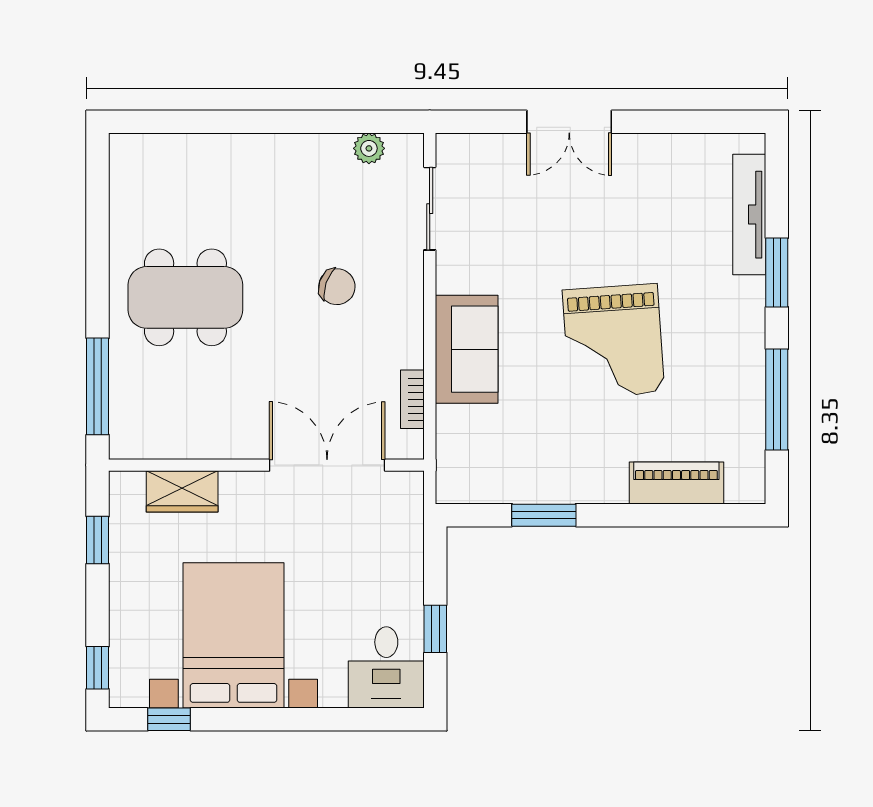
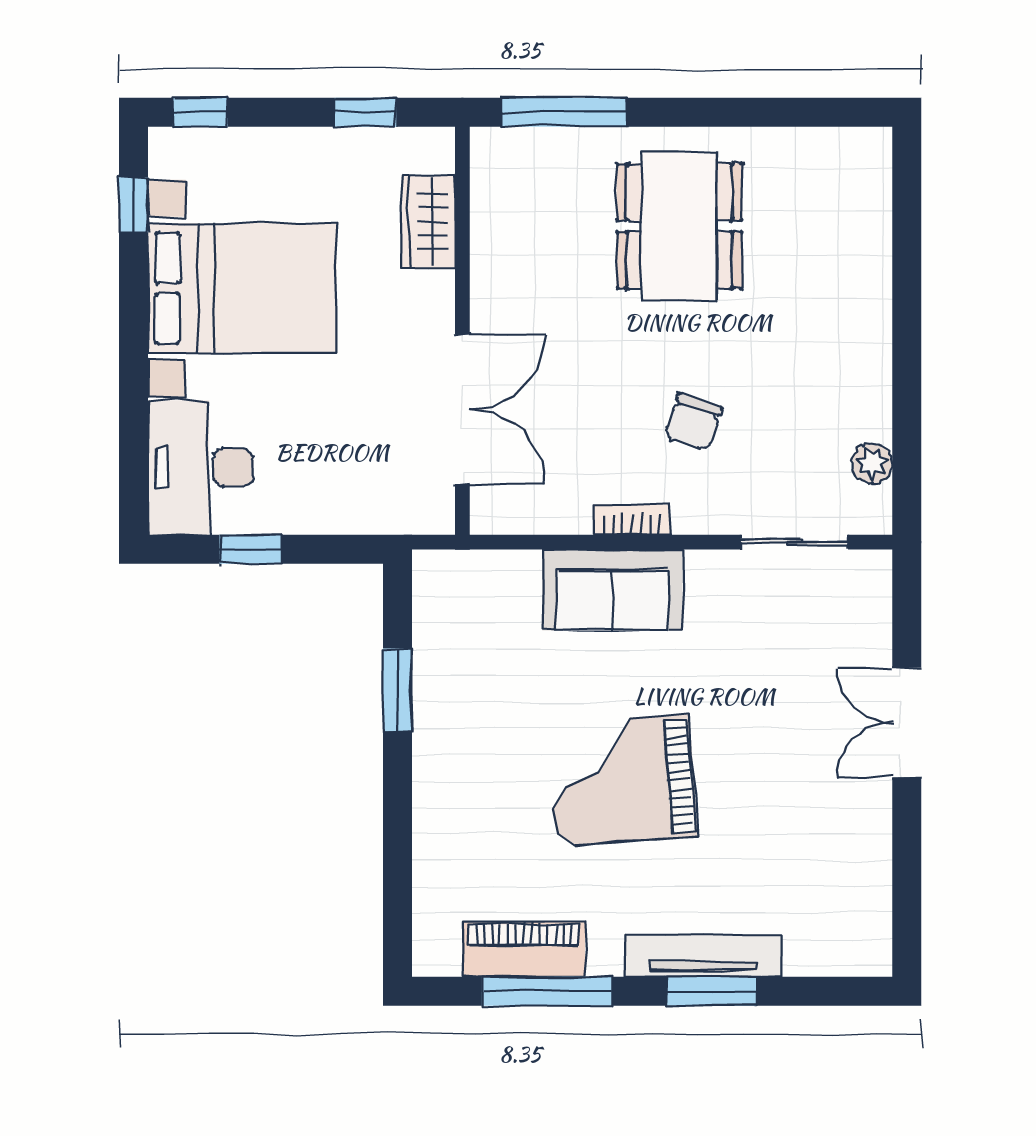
tv unit: (749, 215) -> (703, 956), moved
bookcase: (412, 399) -> (632, 520), moved
piano: (676, 483) -> (524, 950), moved, turned -90
desk: (386, 667) -> (201, 468), width x1.37

